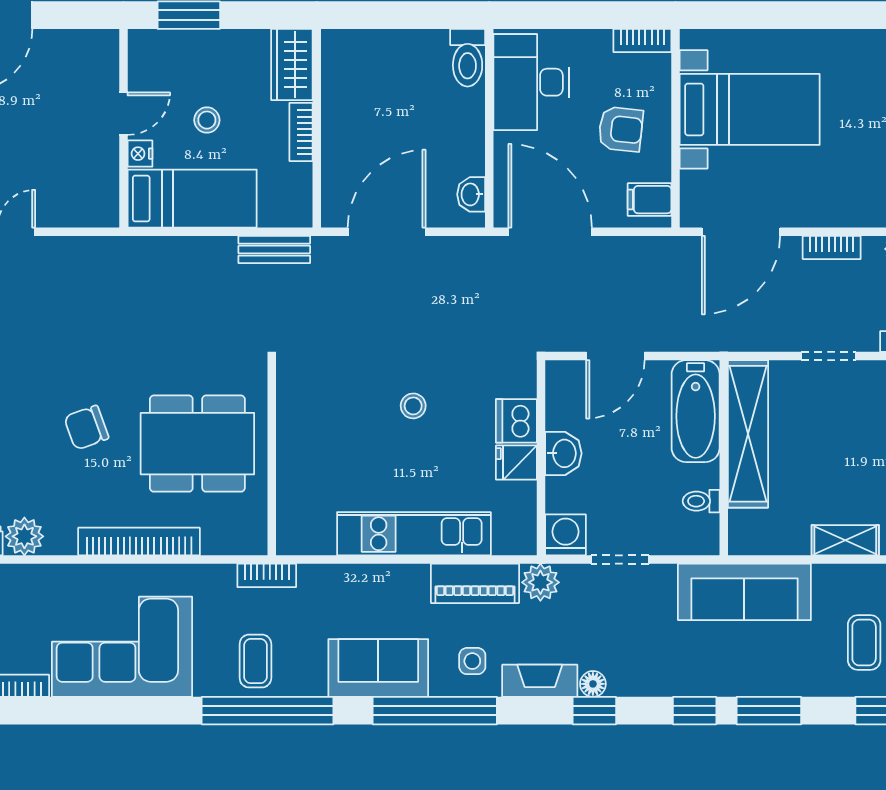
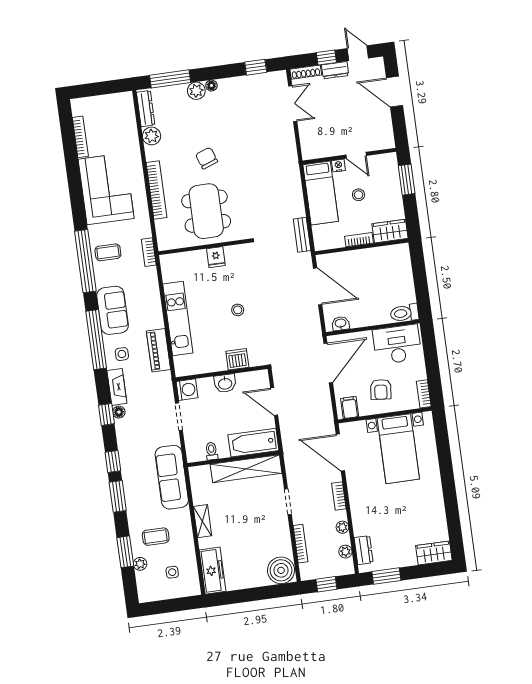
fridge: (516, 463) -> (216, 257), moved, turned 180
plant: (540, 582) -> (163, 381), removed

